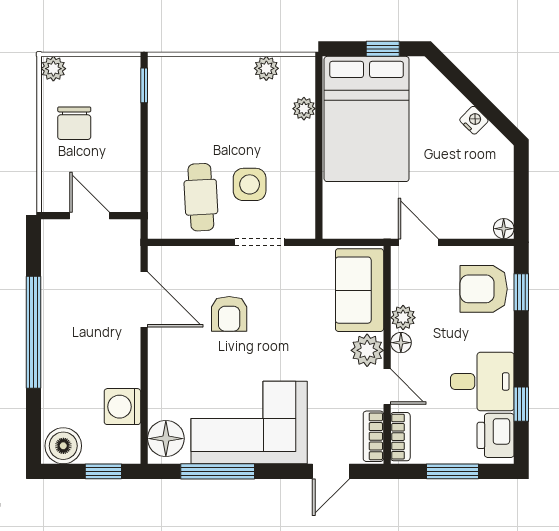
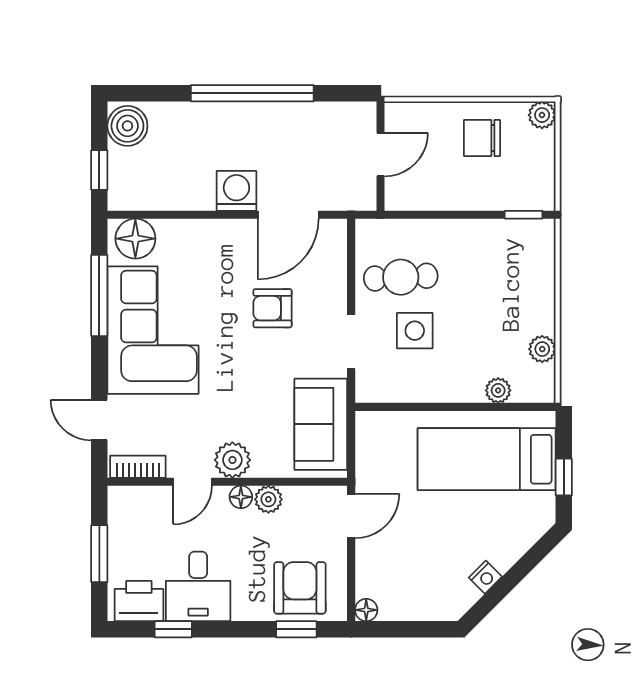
bed: (367, 119) -> (487, 459), width x0.67
sofa: (360, 290) -> (321, 424), moved, turned -90
washing machine: (122, 407) -> (236, 191), moved
bookcase: (400, 437) -> (138, 496), removed

